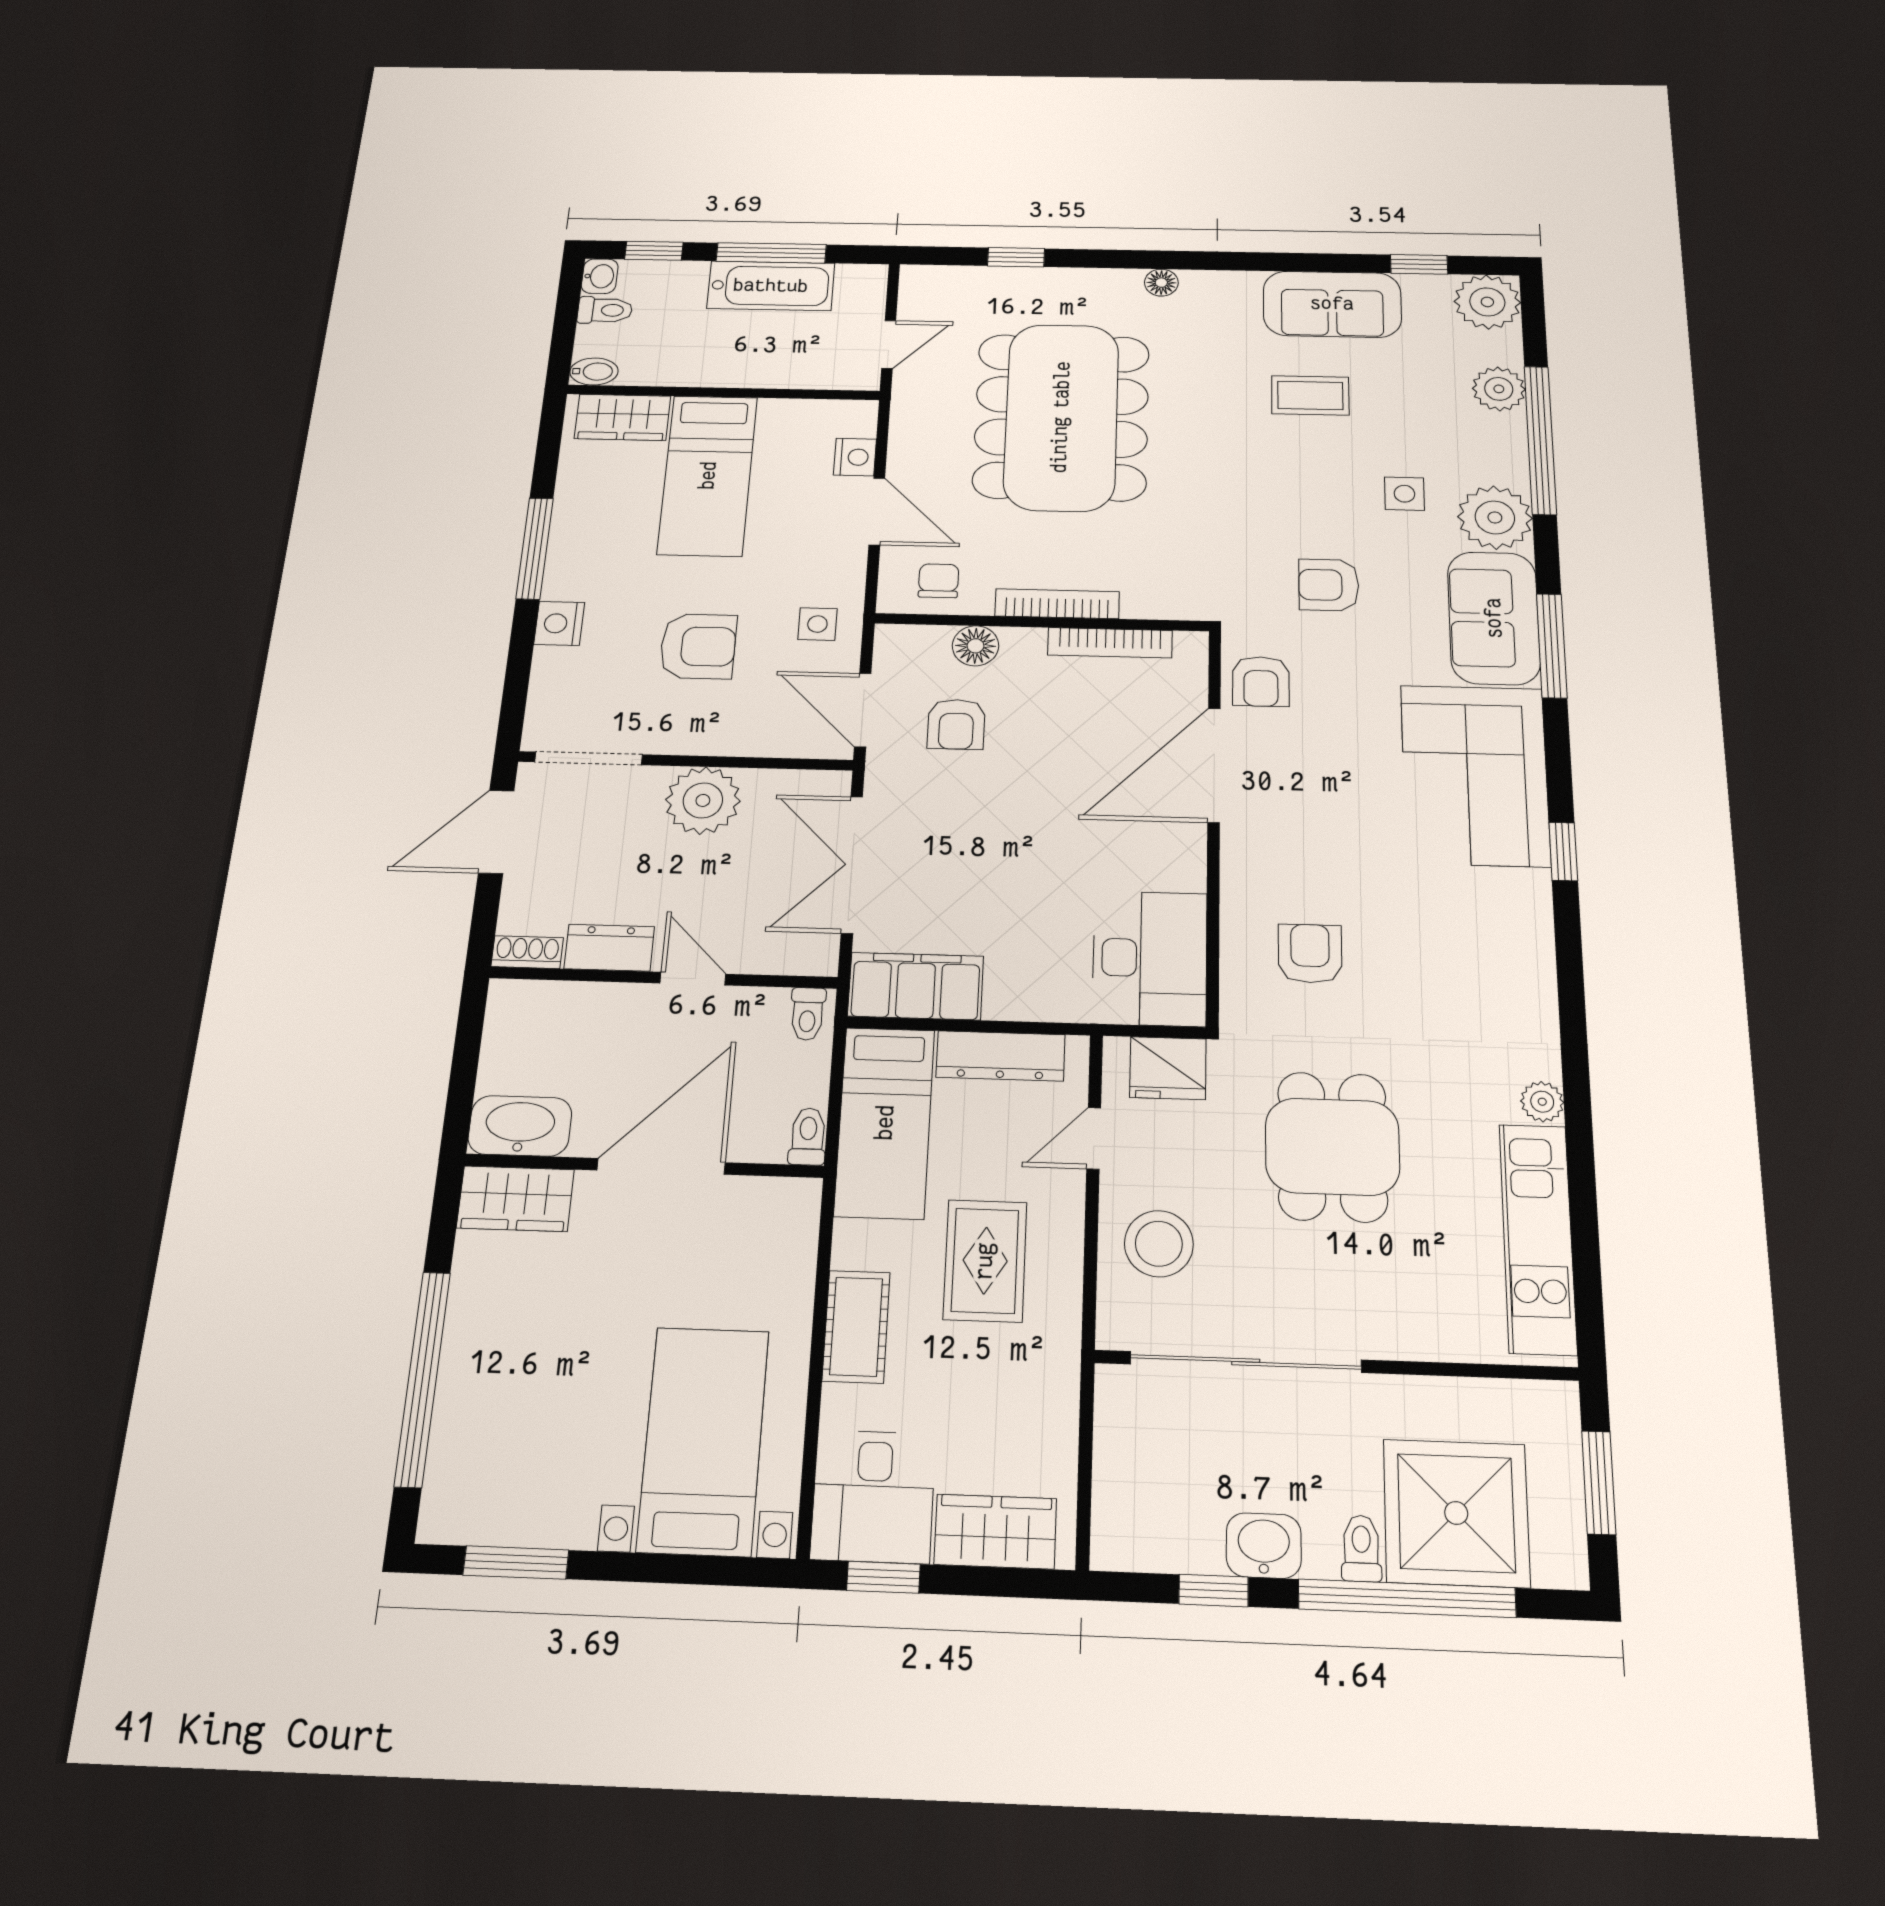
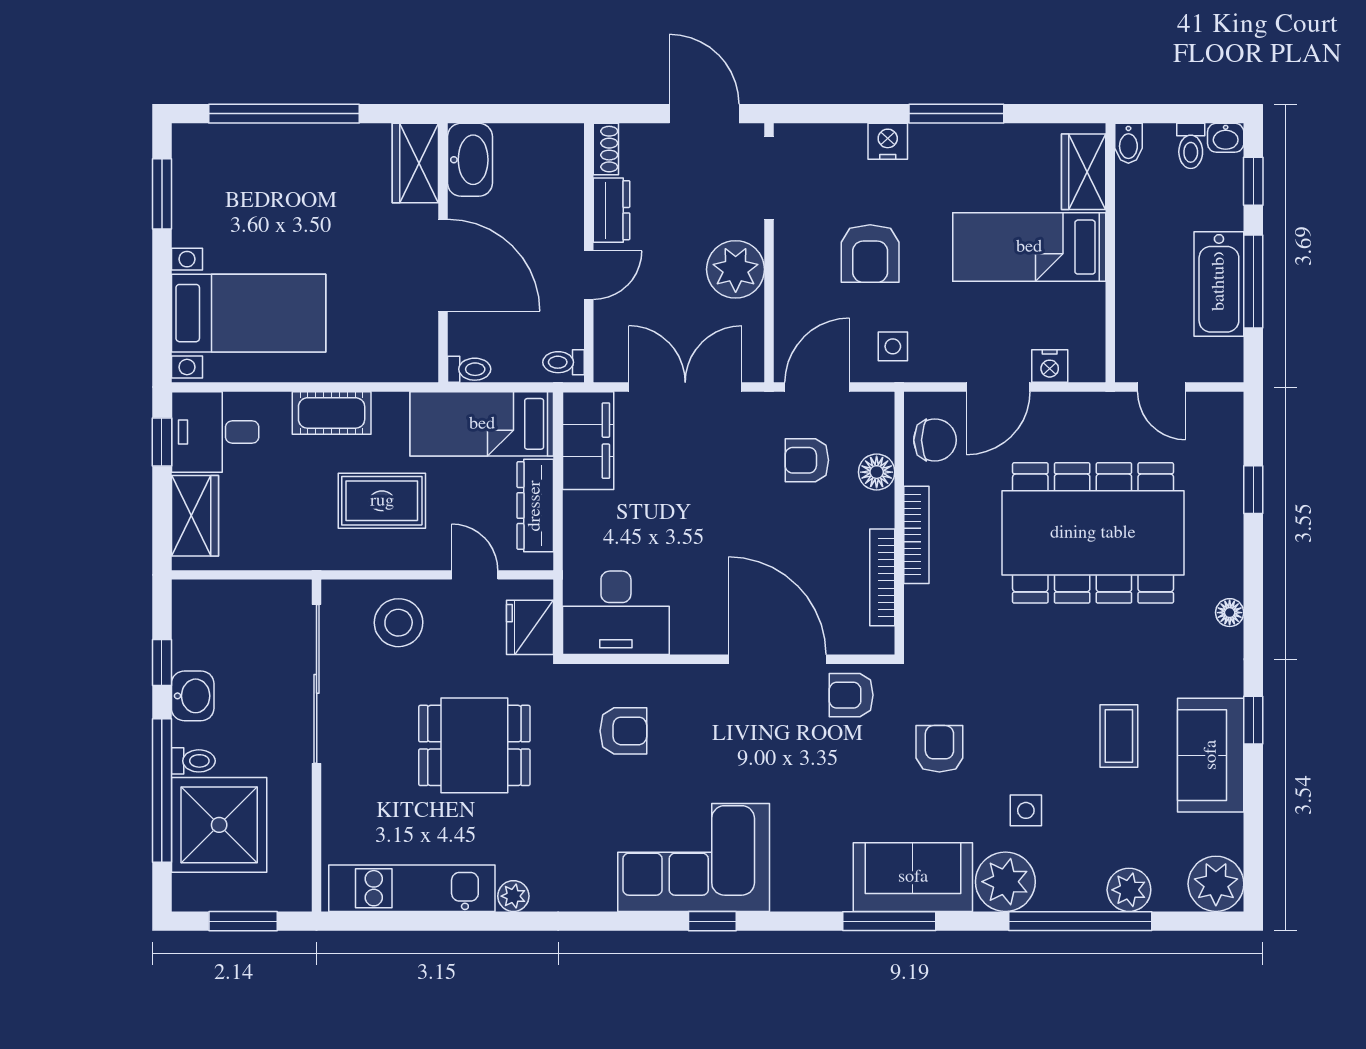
window: (1419, 264) -> (1253, 720), moved
chair: (939, 581) -> (935, 440), width x1.37, depth x1.37
corner sofa: (1475, 775) -> (694, 857), moved

